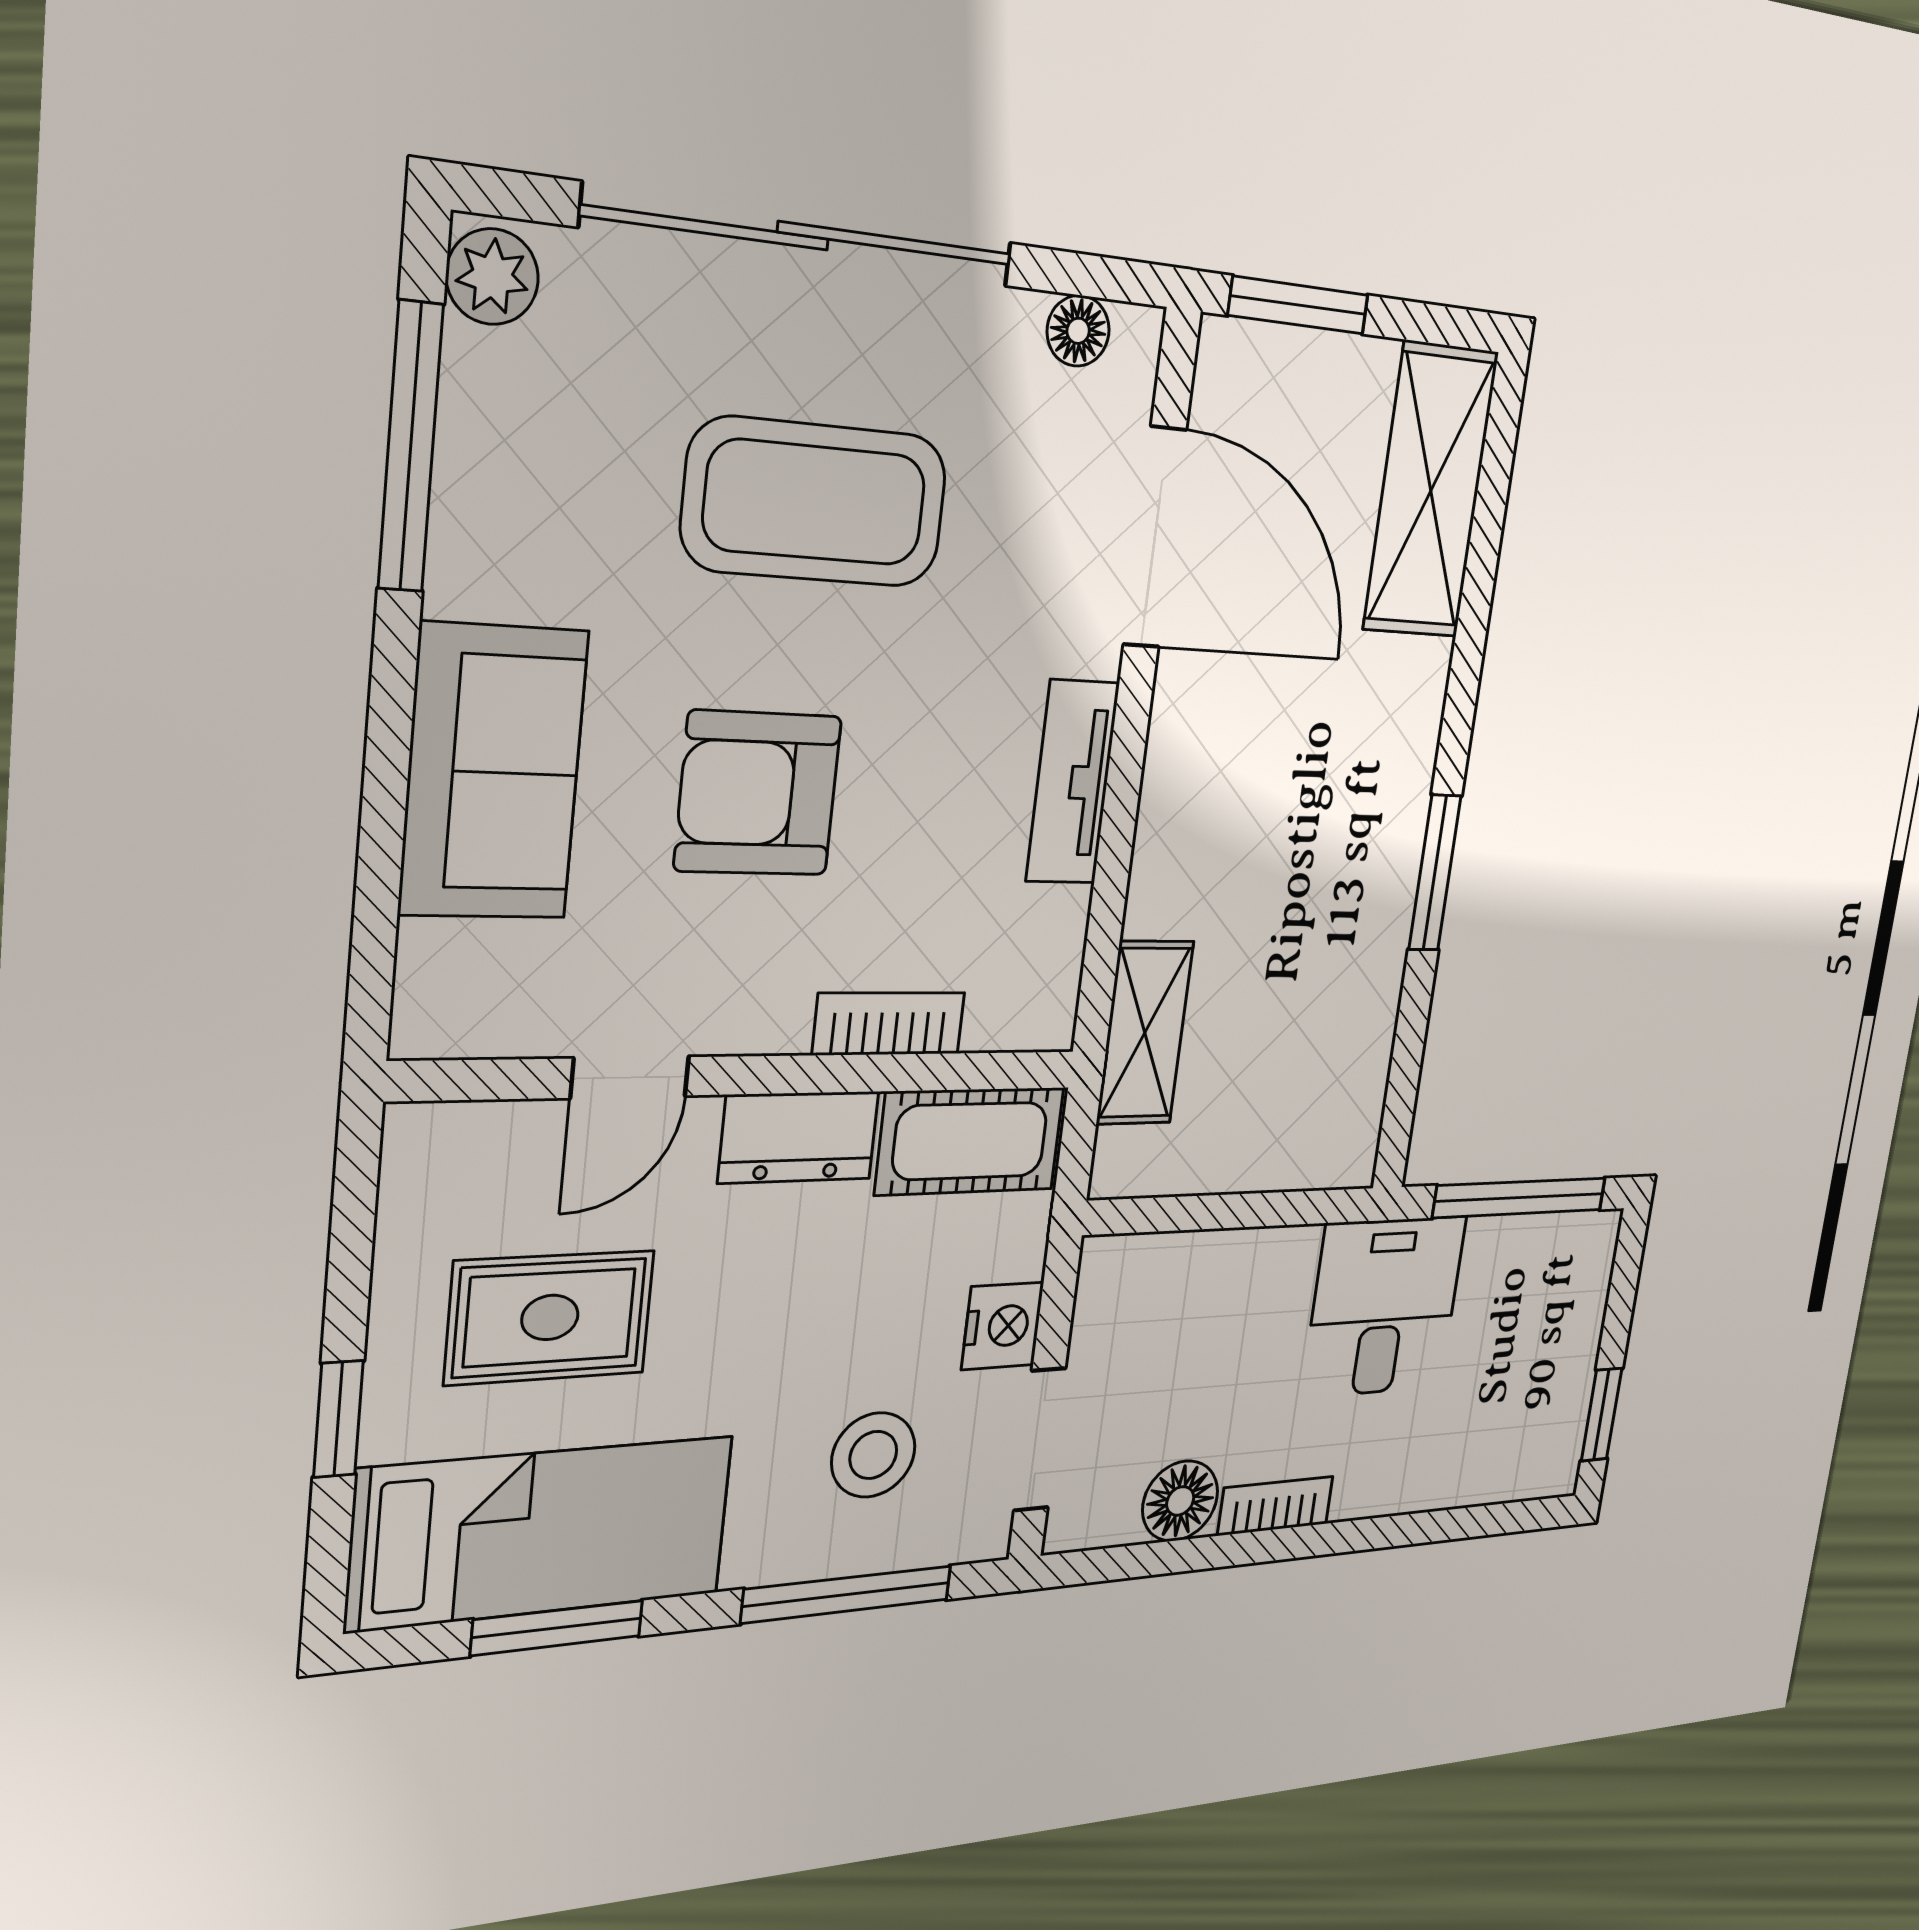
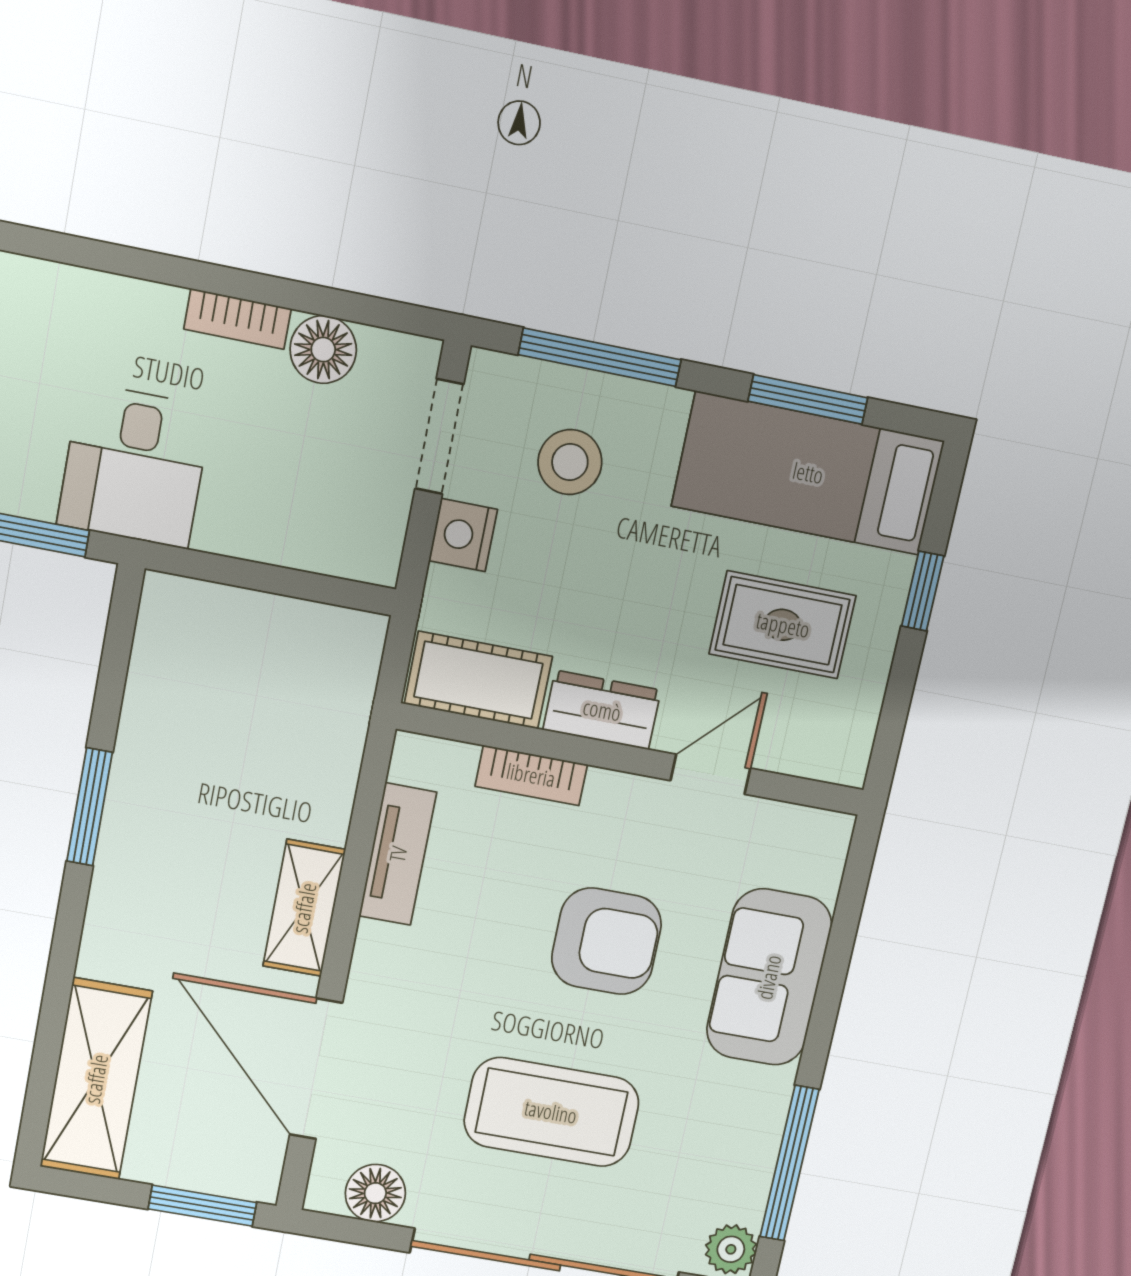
floor lamp: (1078, 331) -> (375, 1193), width x1.37, depth x1.37
tv unit: (1073, 782) -> (398, 854), moved
shelving: (1145, 1033) -> (304, 908), moved

